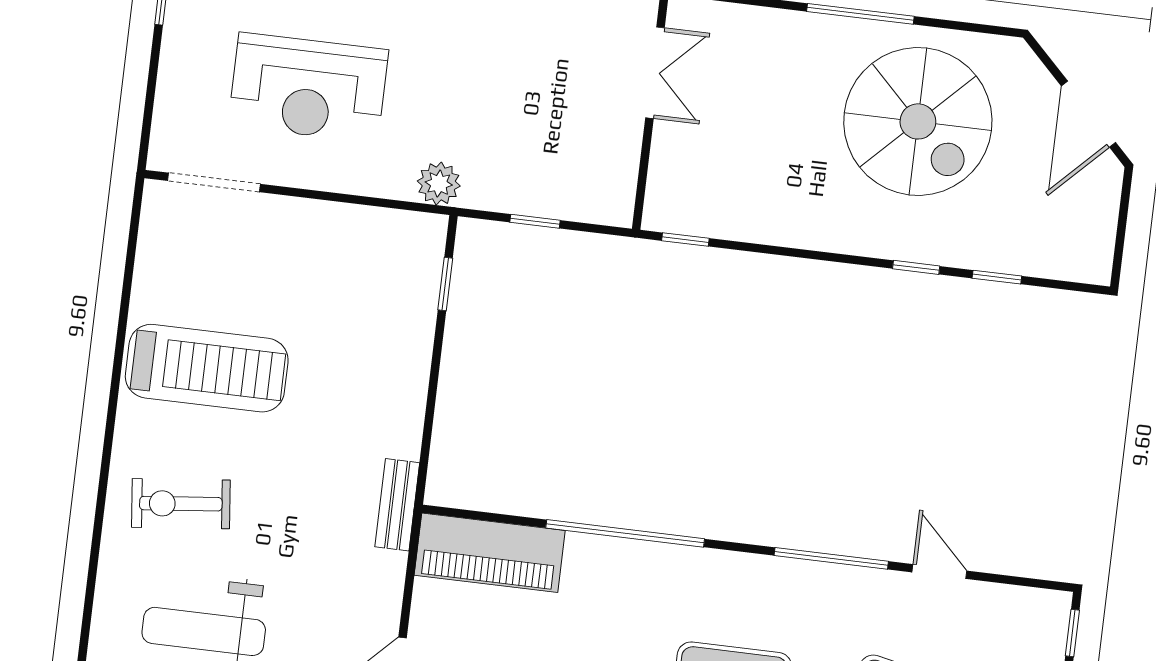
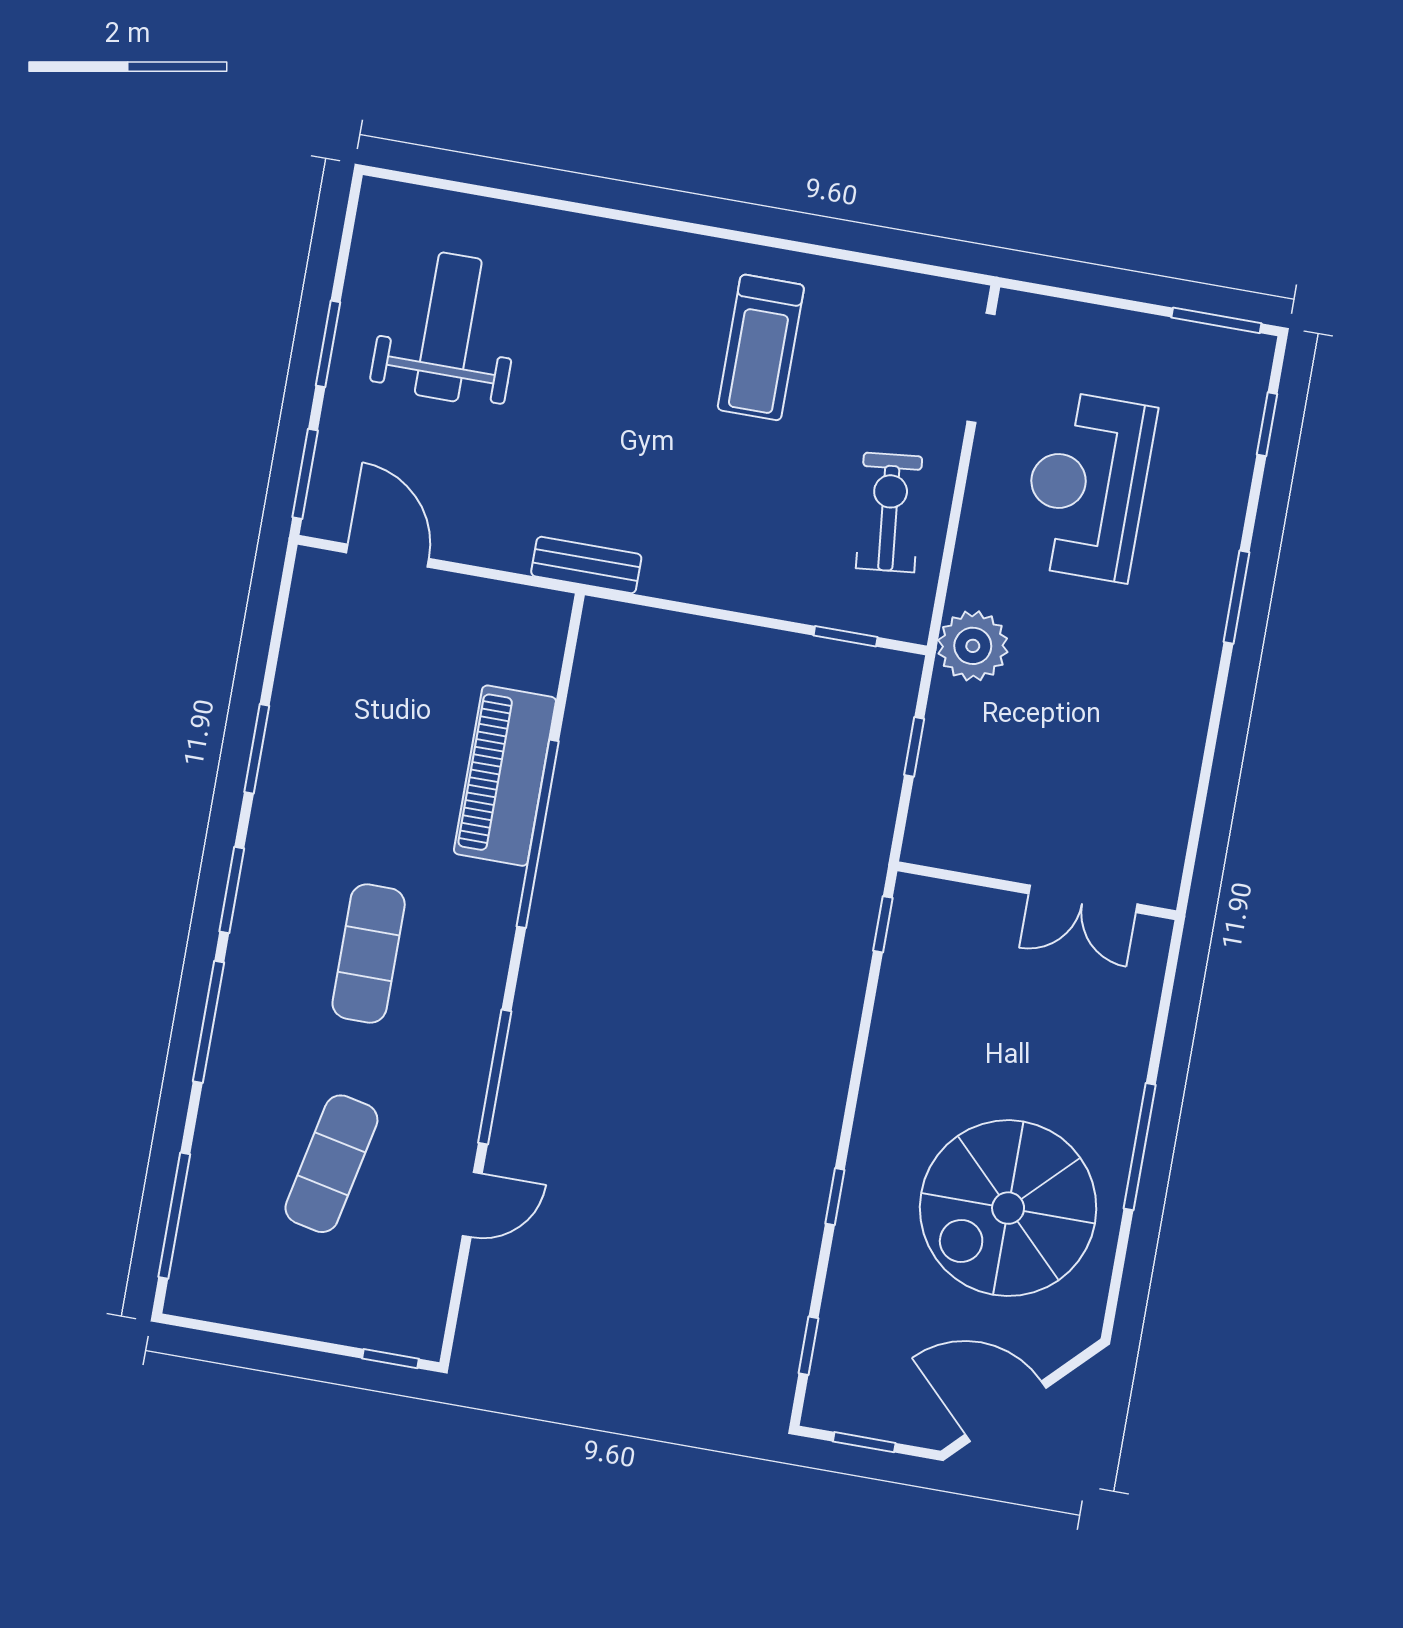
plant: (439, 184) -> (973, 646), width x1.36, depth x1.36
window: (1121, 232) -> (864, 1442), added
window: (997, 277) -> (809, 1346), moved
treadmill: (207, 368) -> (761, 347), width x0.73, depth x0.73
exercise bike: (181, 504) -> (889, 512), moved
piano: (490, 553) -> (505, 776), moved

